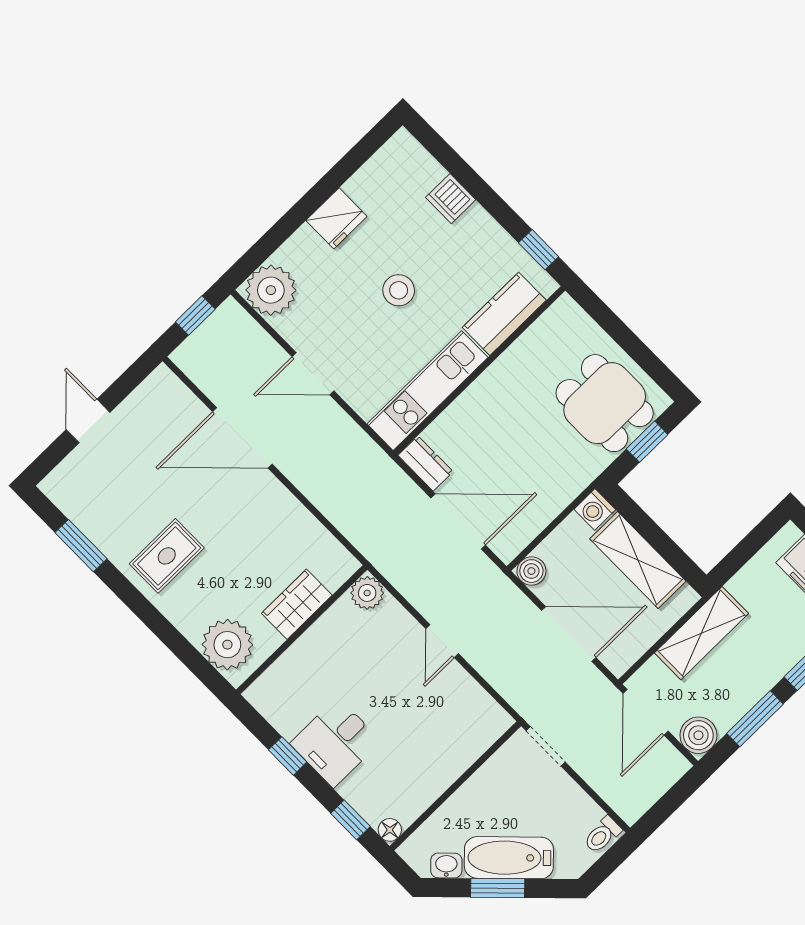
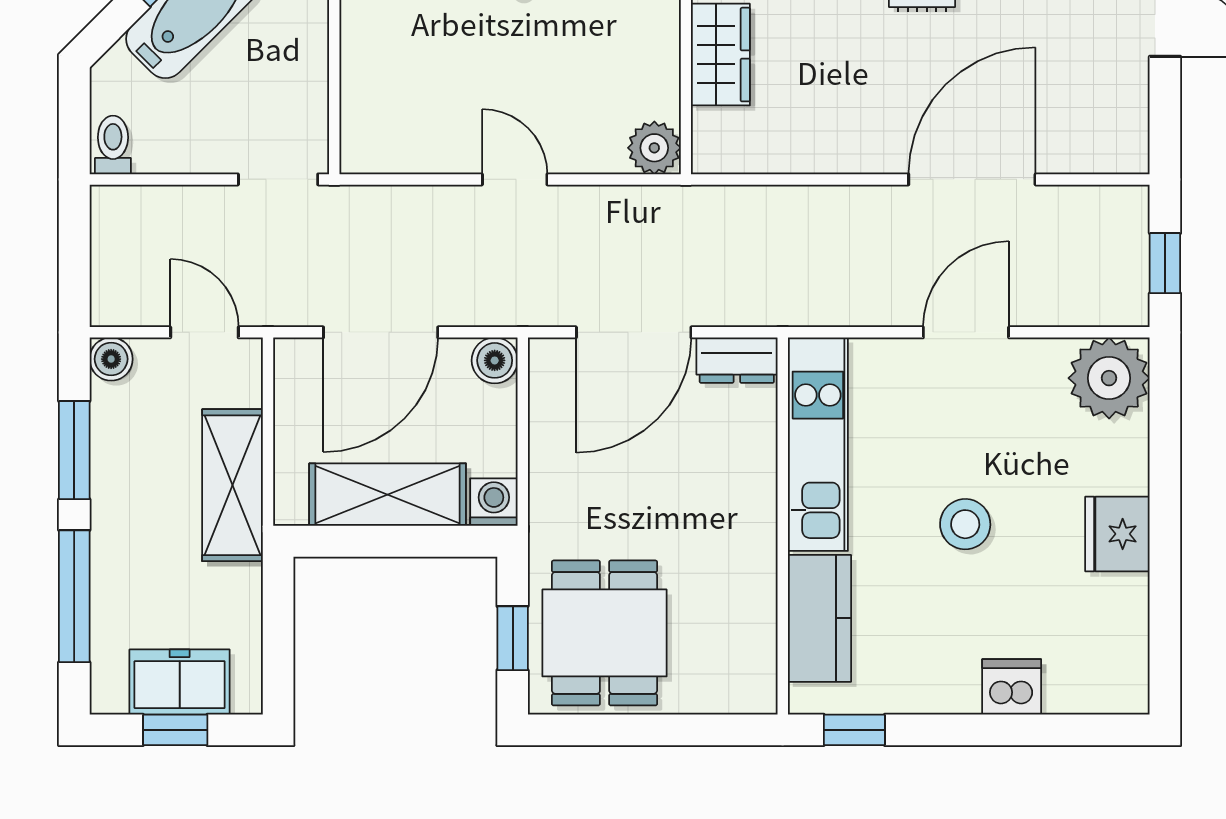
dining table: (605, 403) -> (605, 633), turned 90
door: (646, 712) -> (204, 332), width x0.73
boiler: (698, 735) -> (111, 359), width x0.73, depth x0.73

